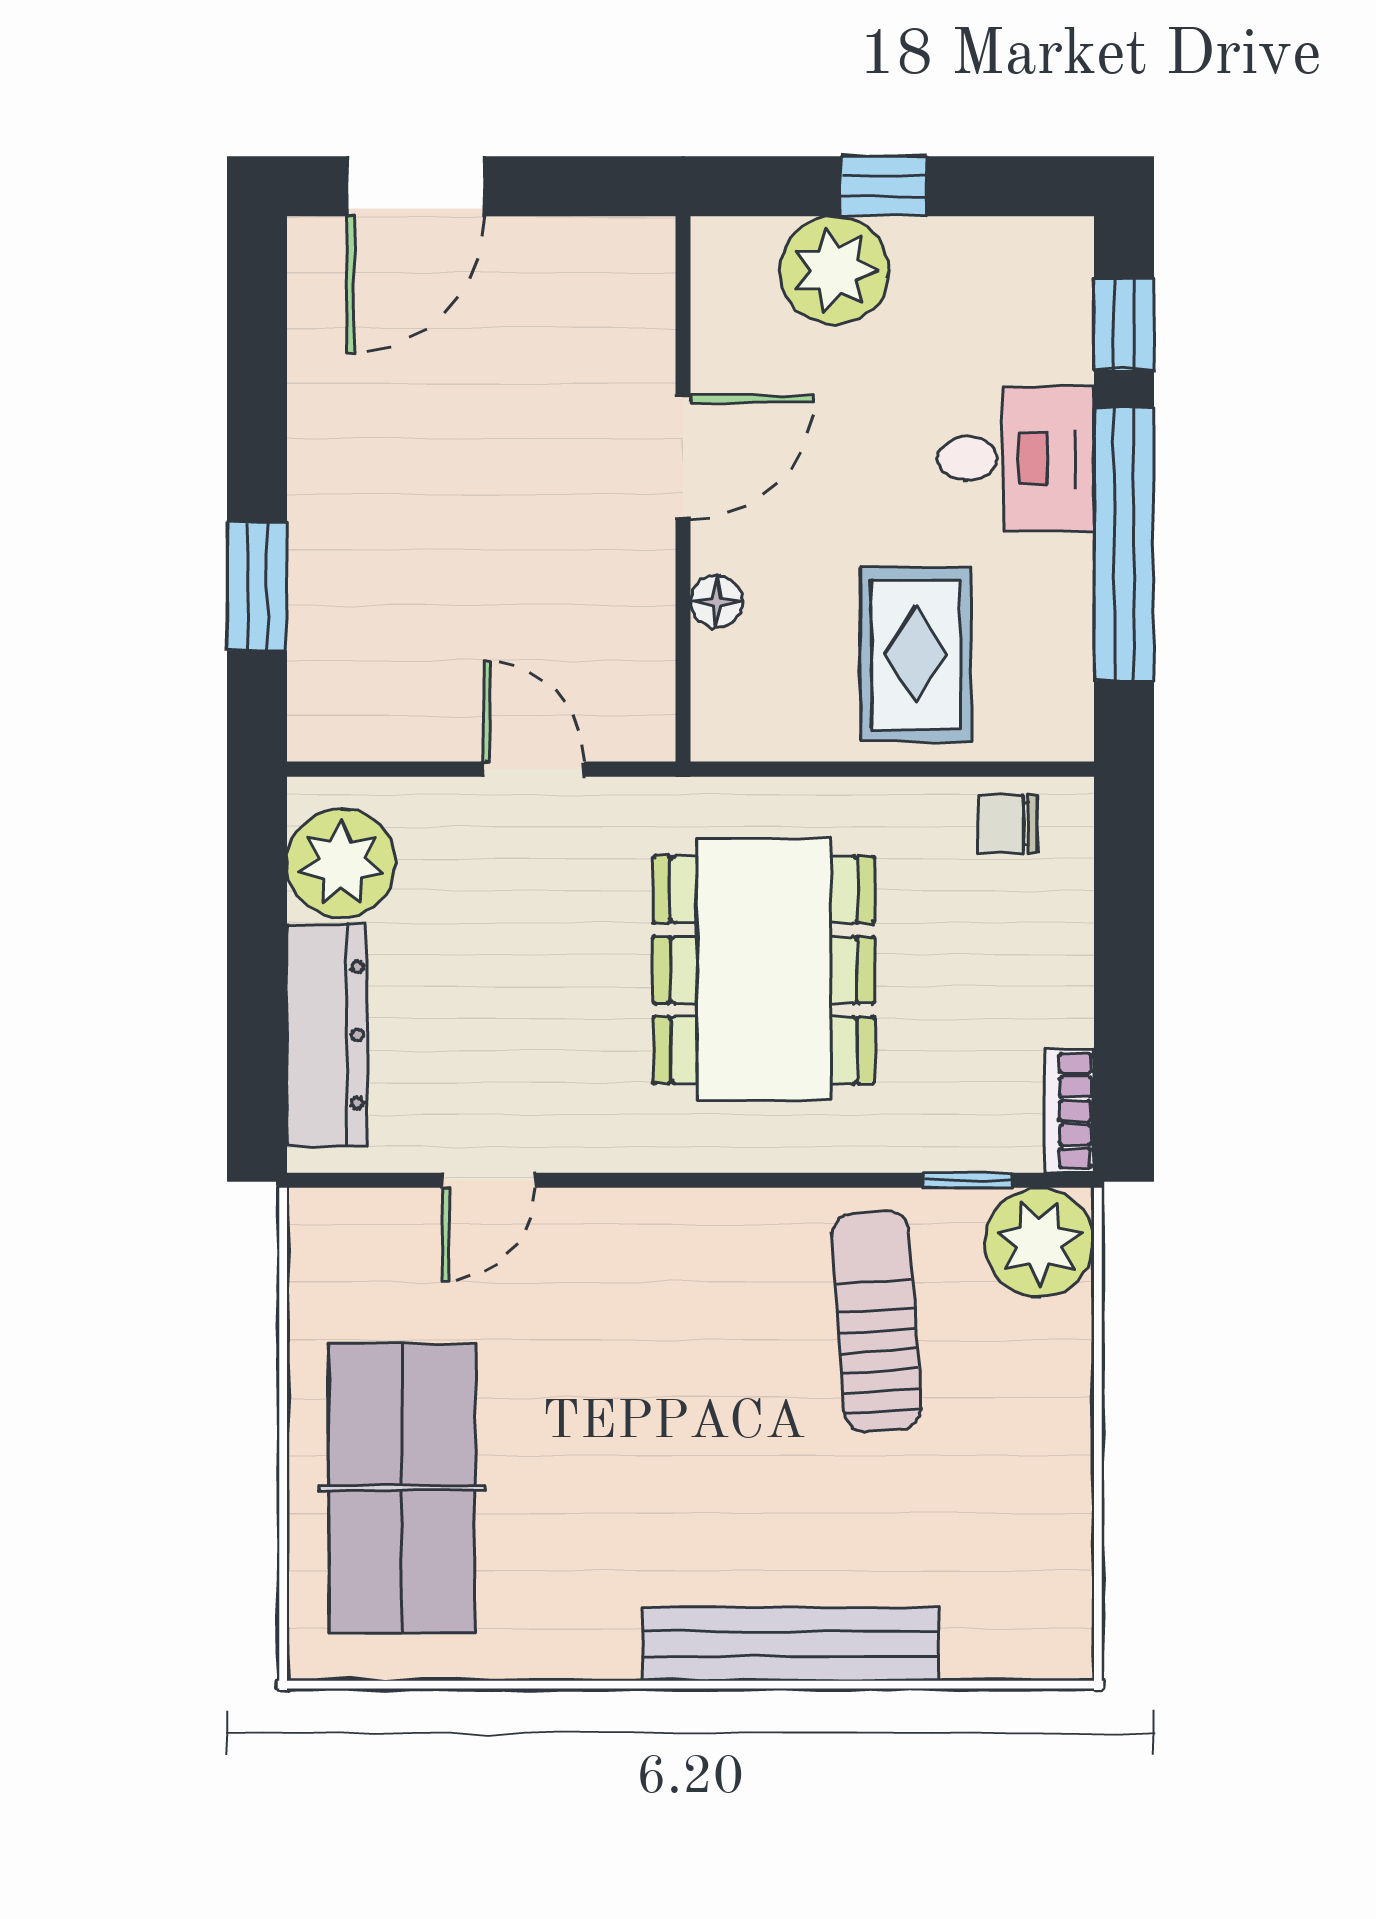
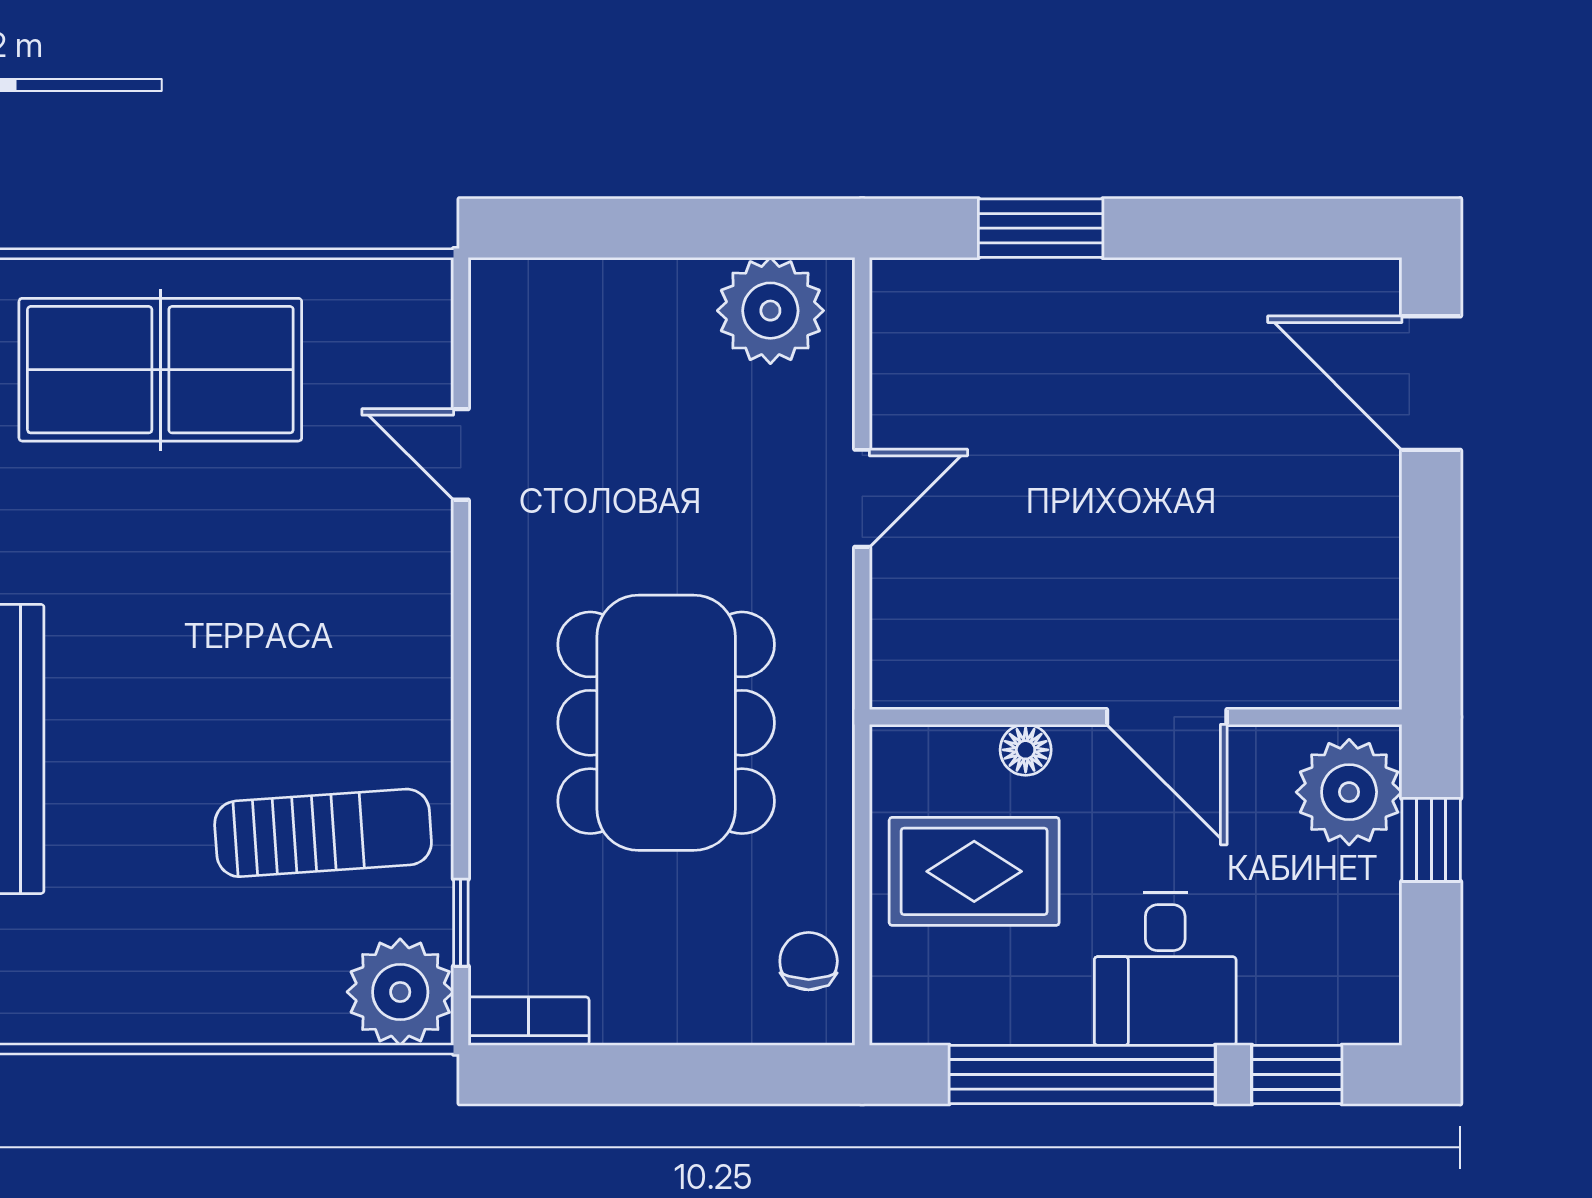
door: (683, 457) -> (1167, 717), moved
wall: (683, 489) -> (1136, 717), moved
floor lamp: (717, 602) -> (1026, 750), moved
dining table: (764, 970) -> (666, 723), turned 90
dresser: (327, 1035) -> (603, 296), removed

